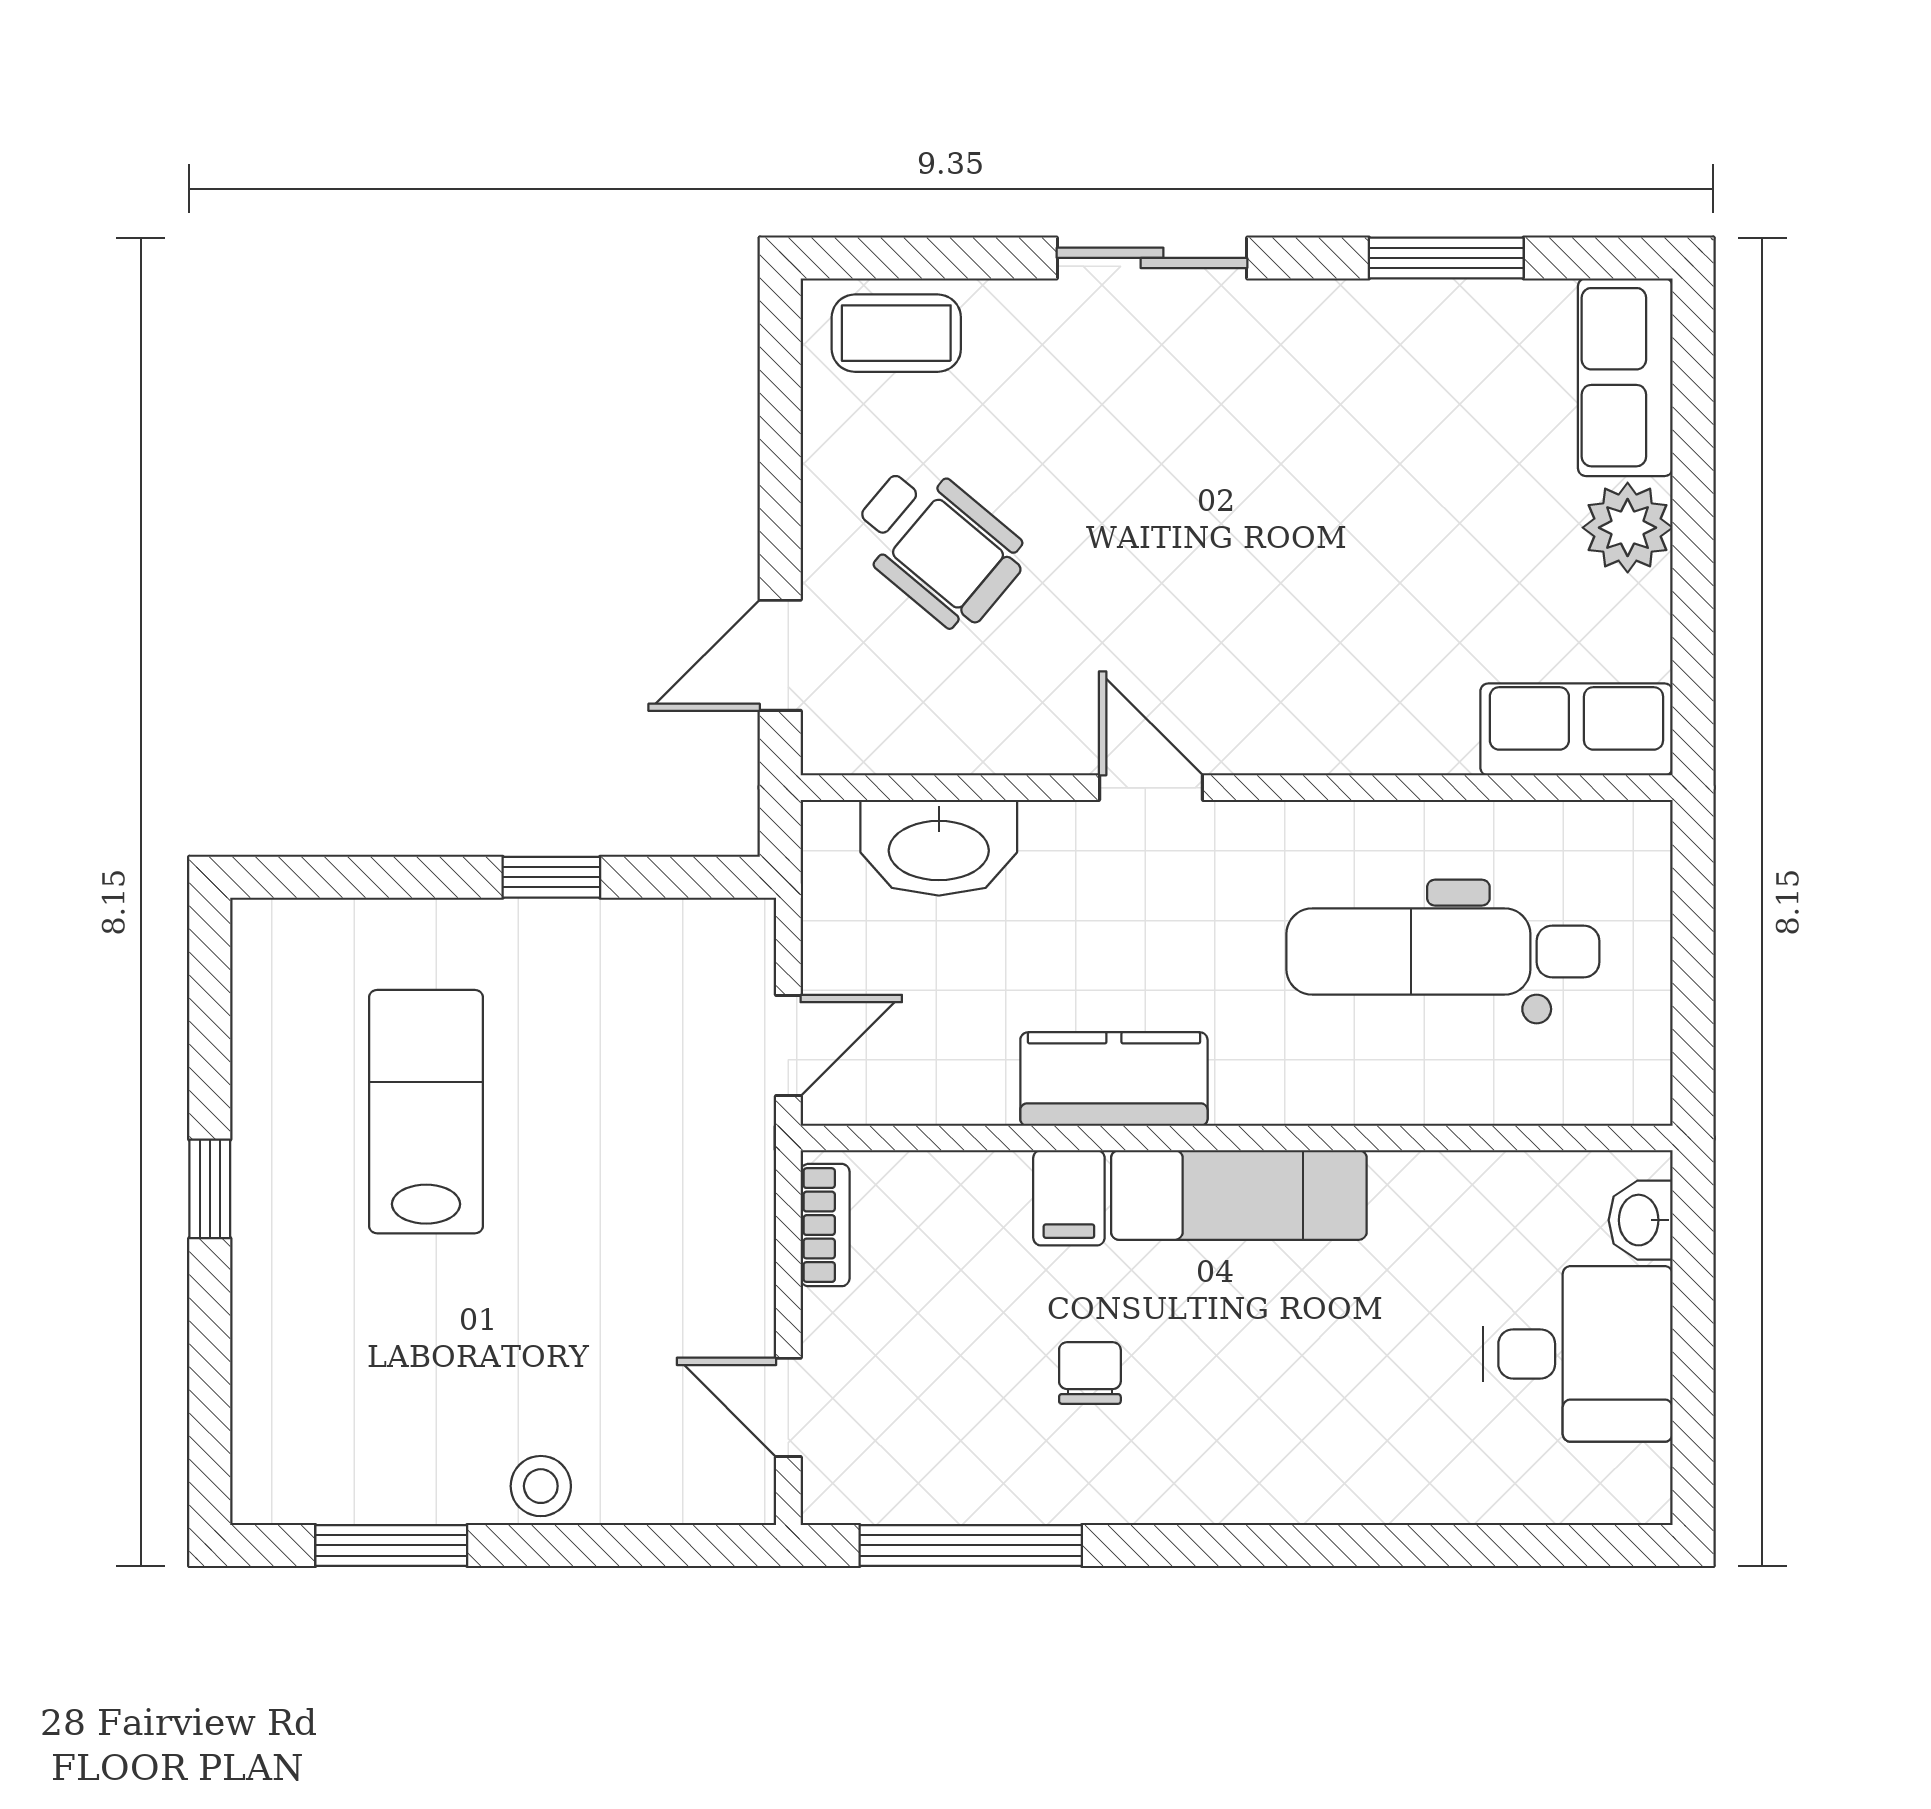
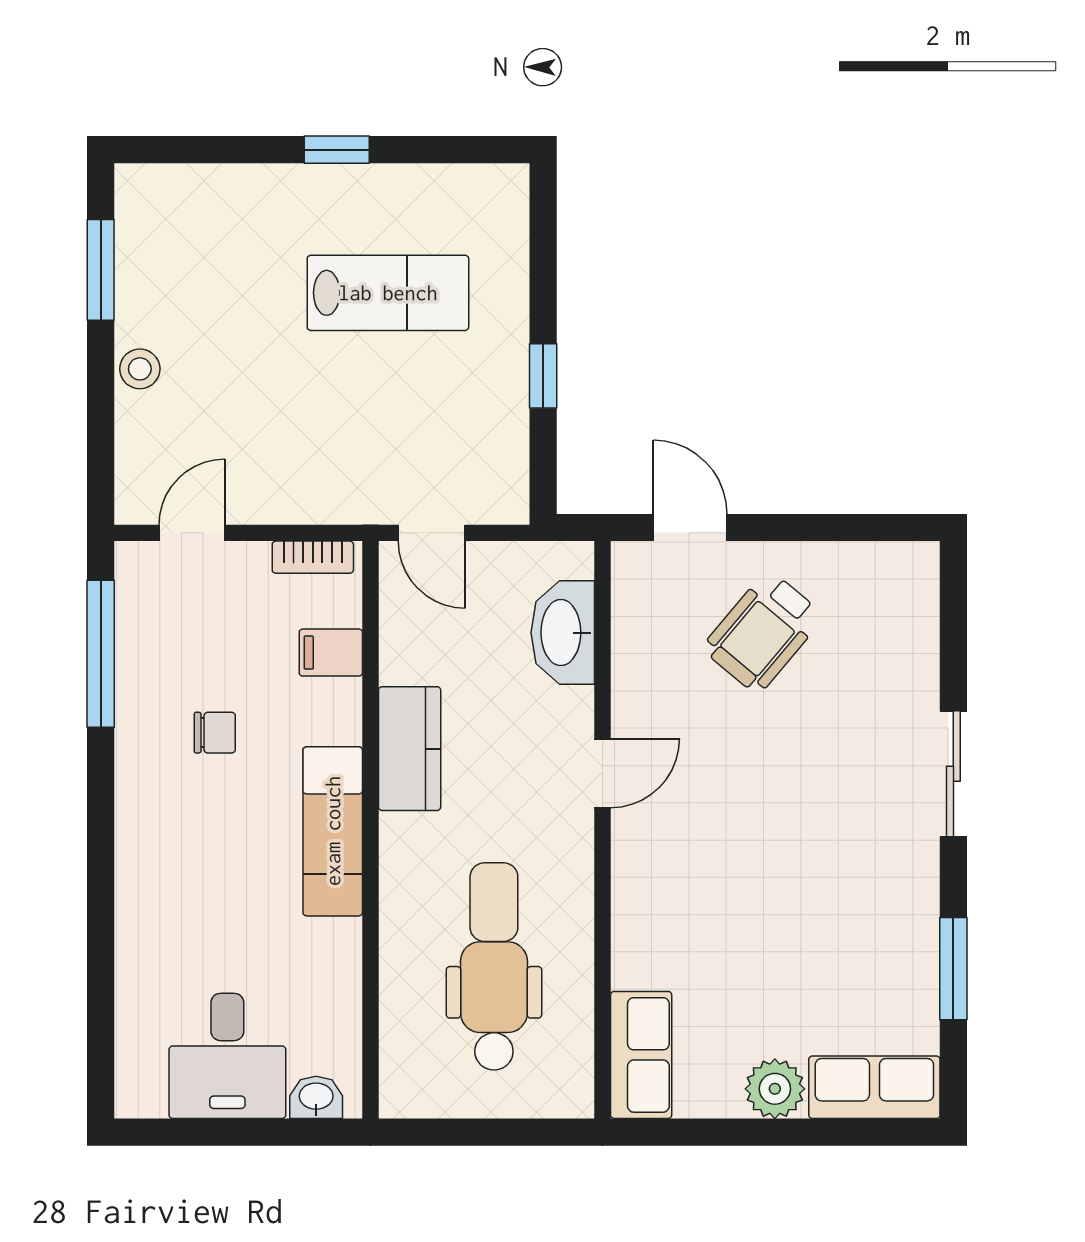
coffee table: (896, 333) -> (904, 604), removed
filing cabinet: (1069, 1198) -> (331, 653), moved

